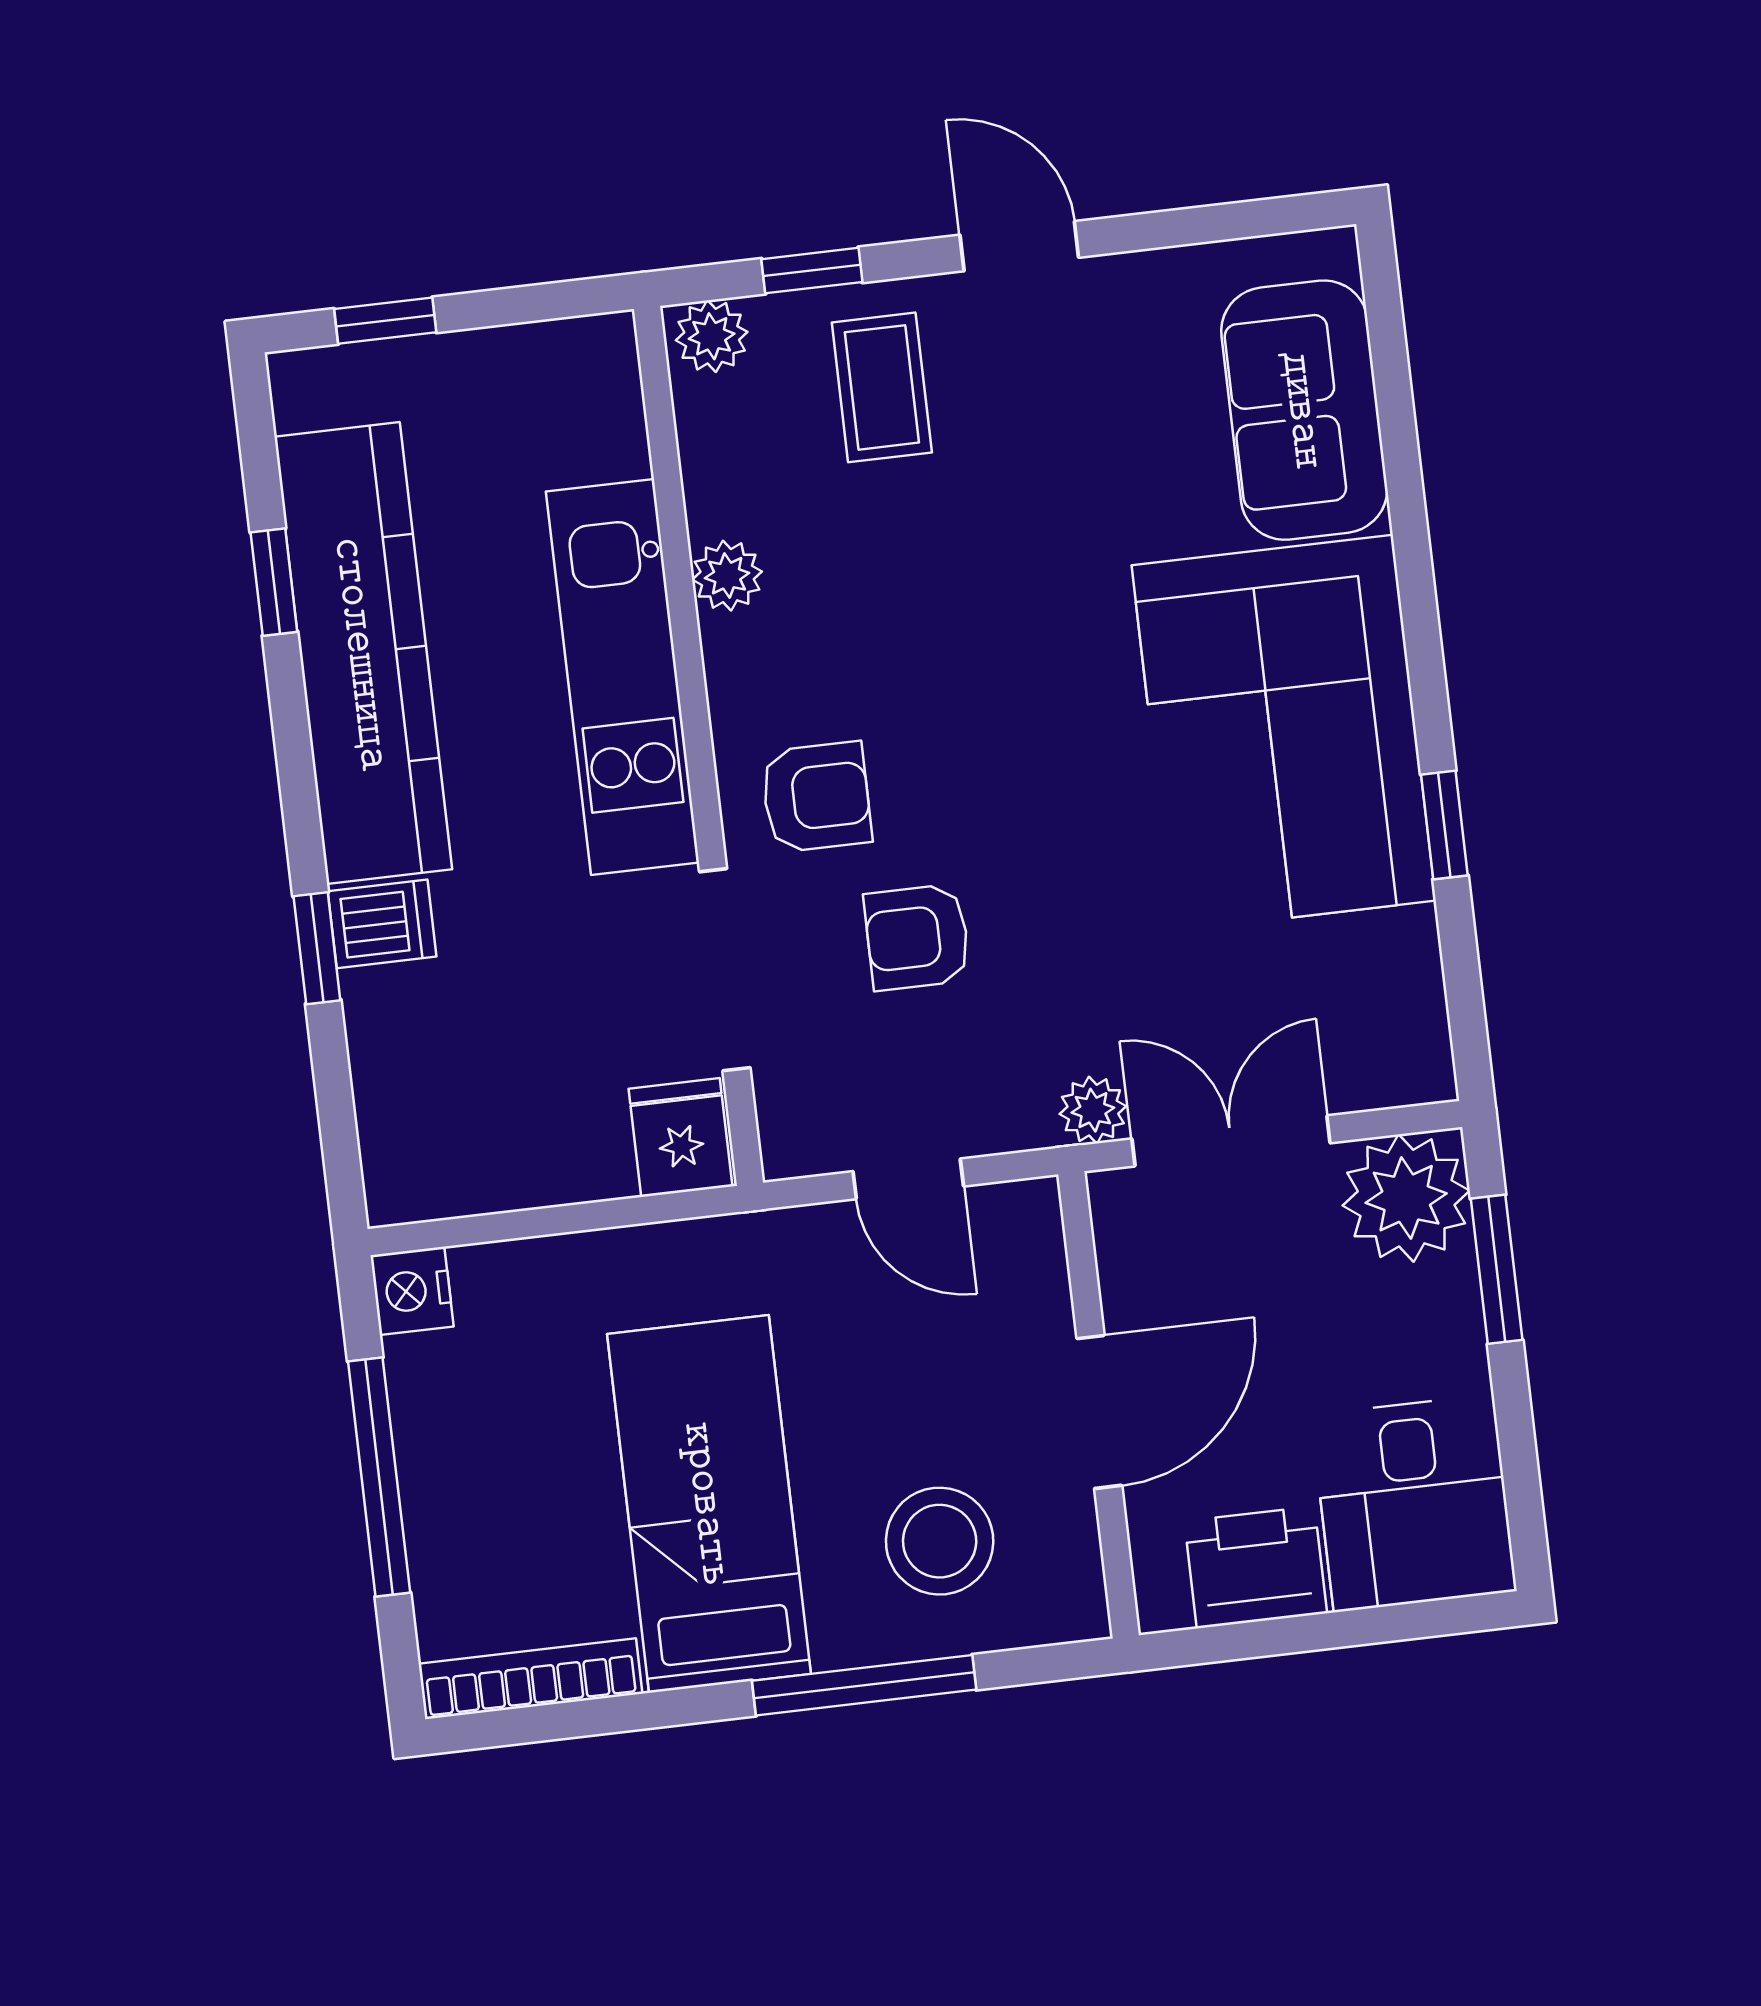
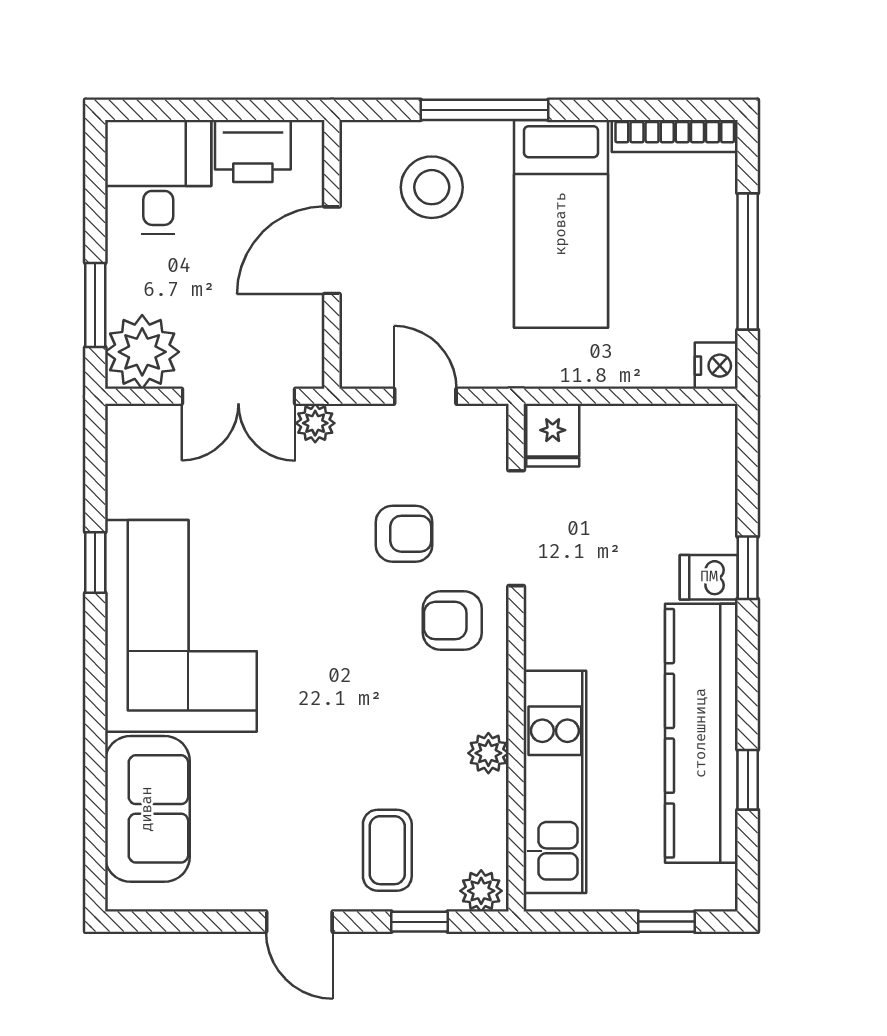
kitchen unit: (623, 677) -> (555, 782), moved

